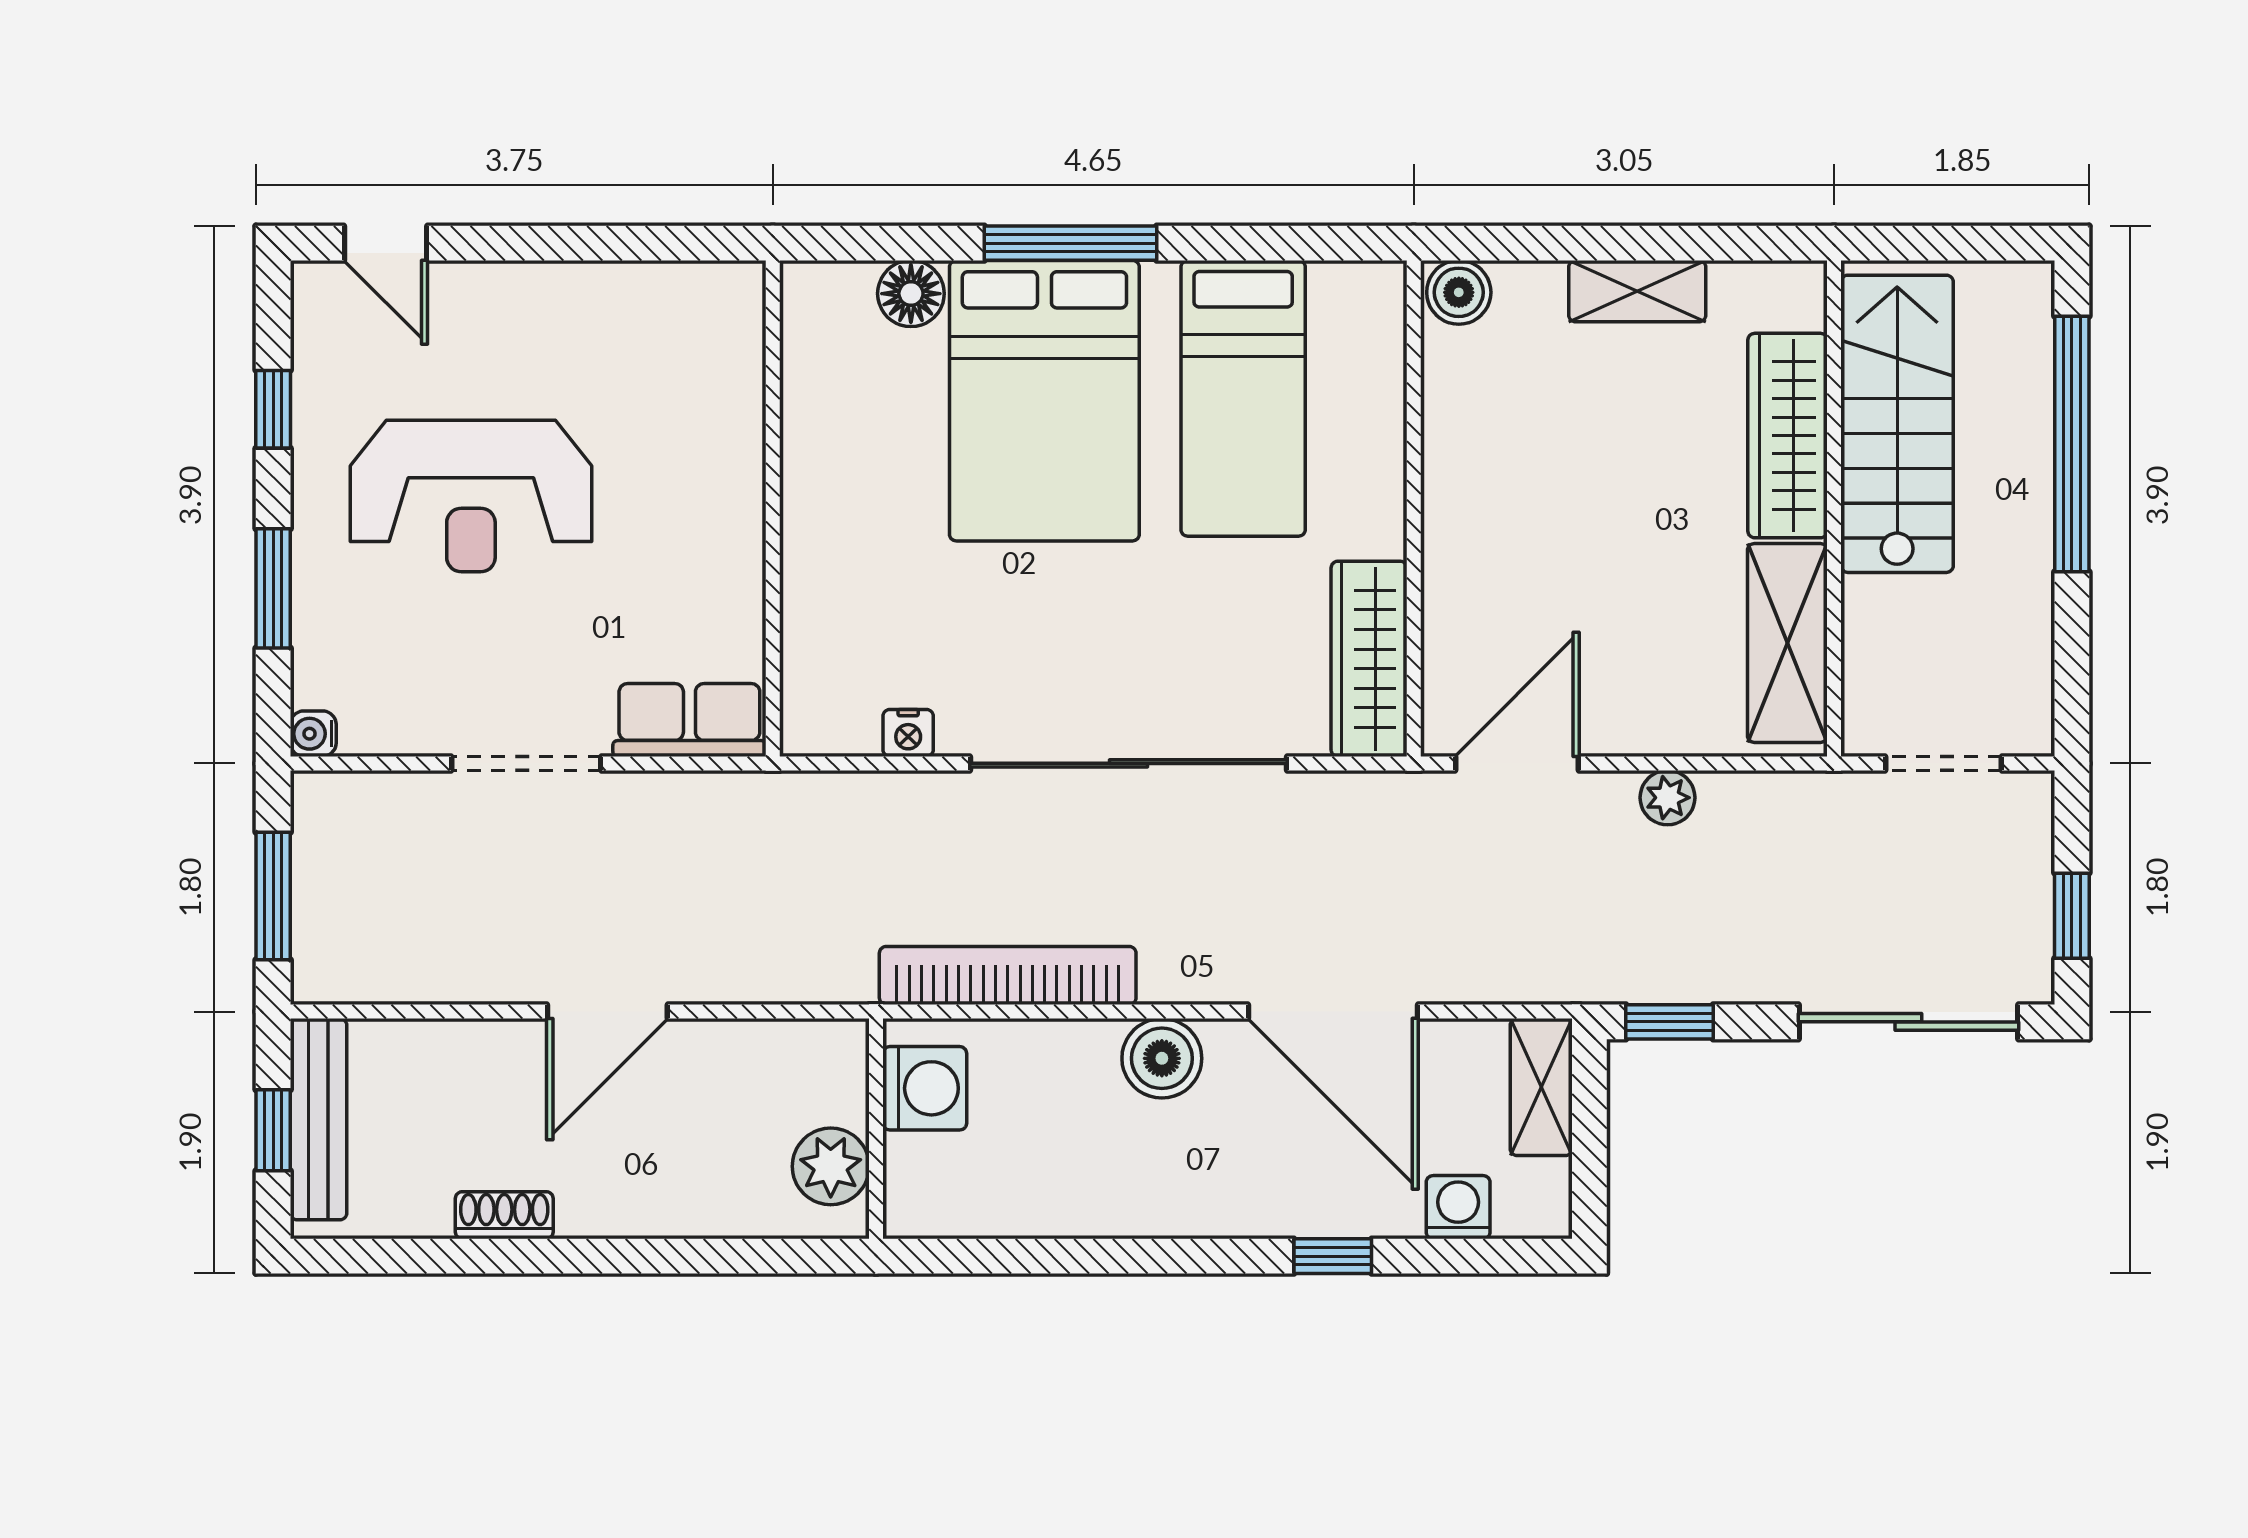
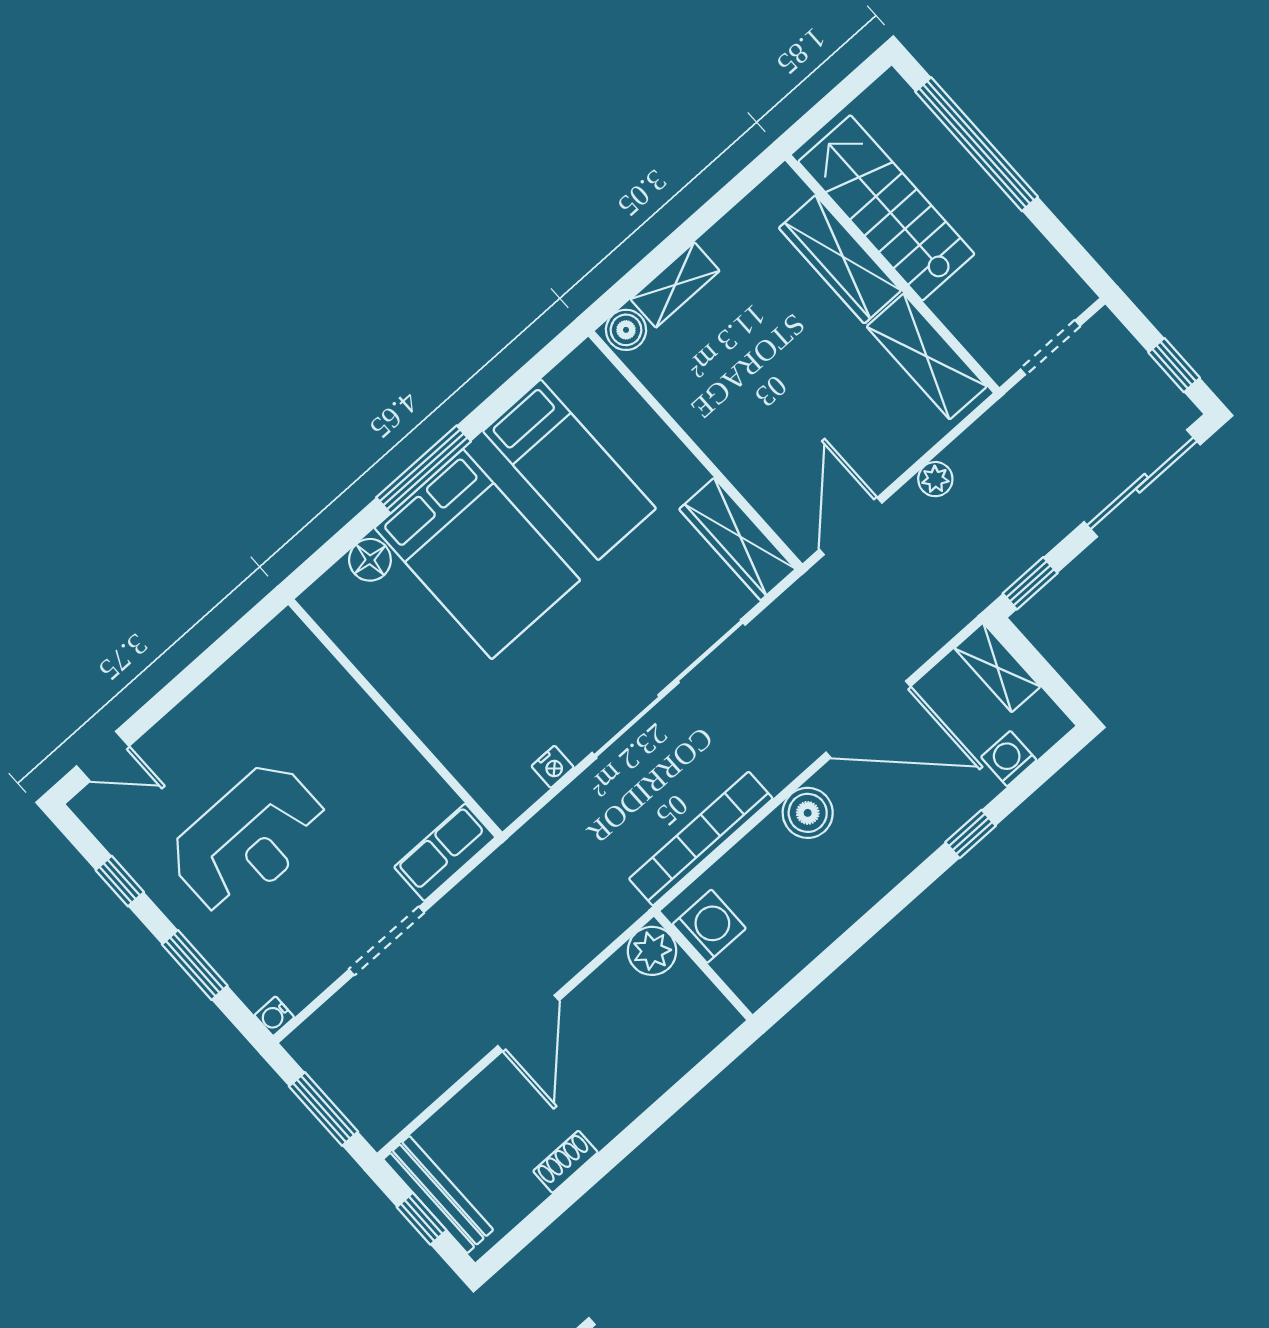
shelving: (1637, 291) -> (675, 285), moved
plant: (831, 1166) -> (652, 951), moved

